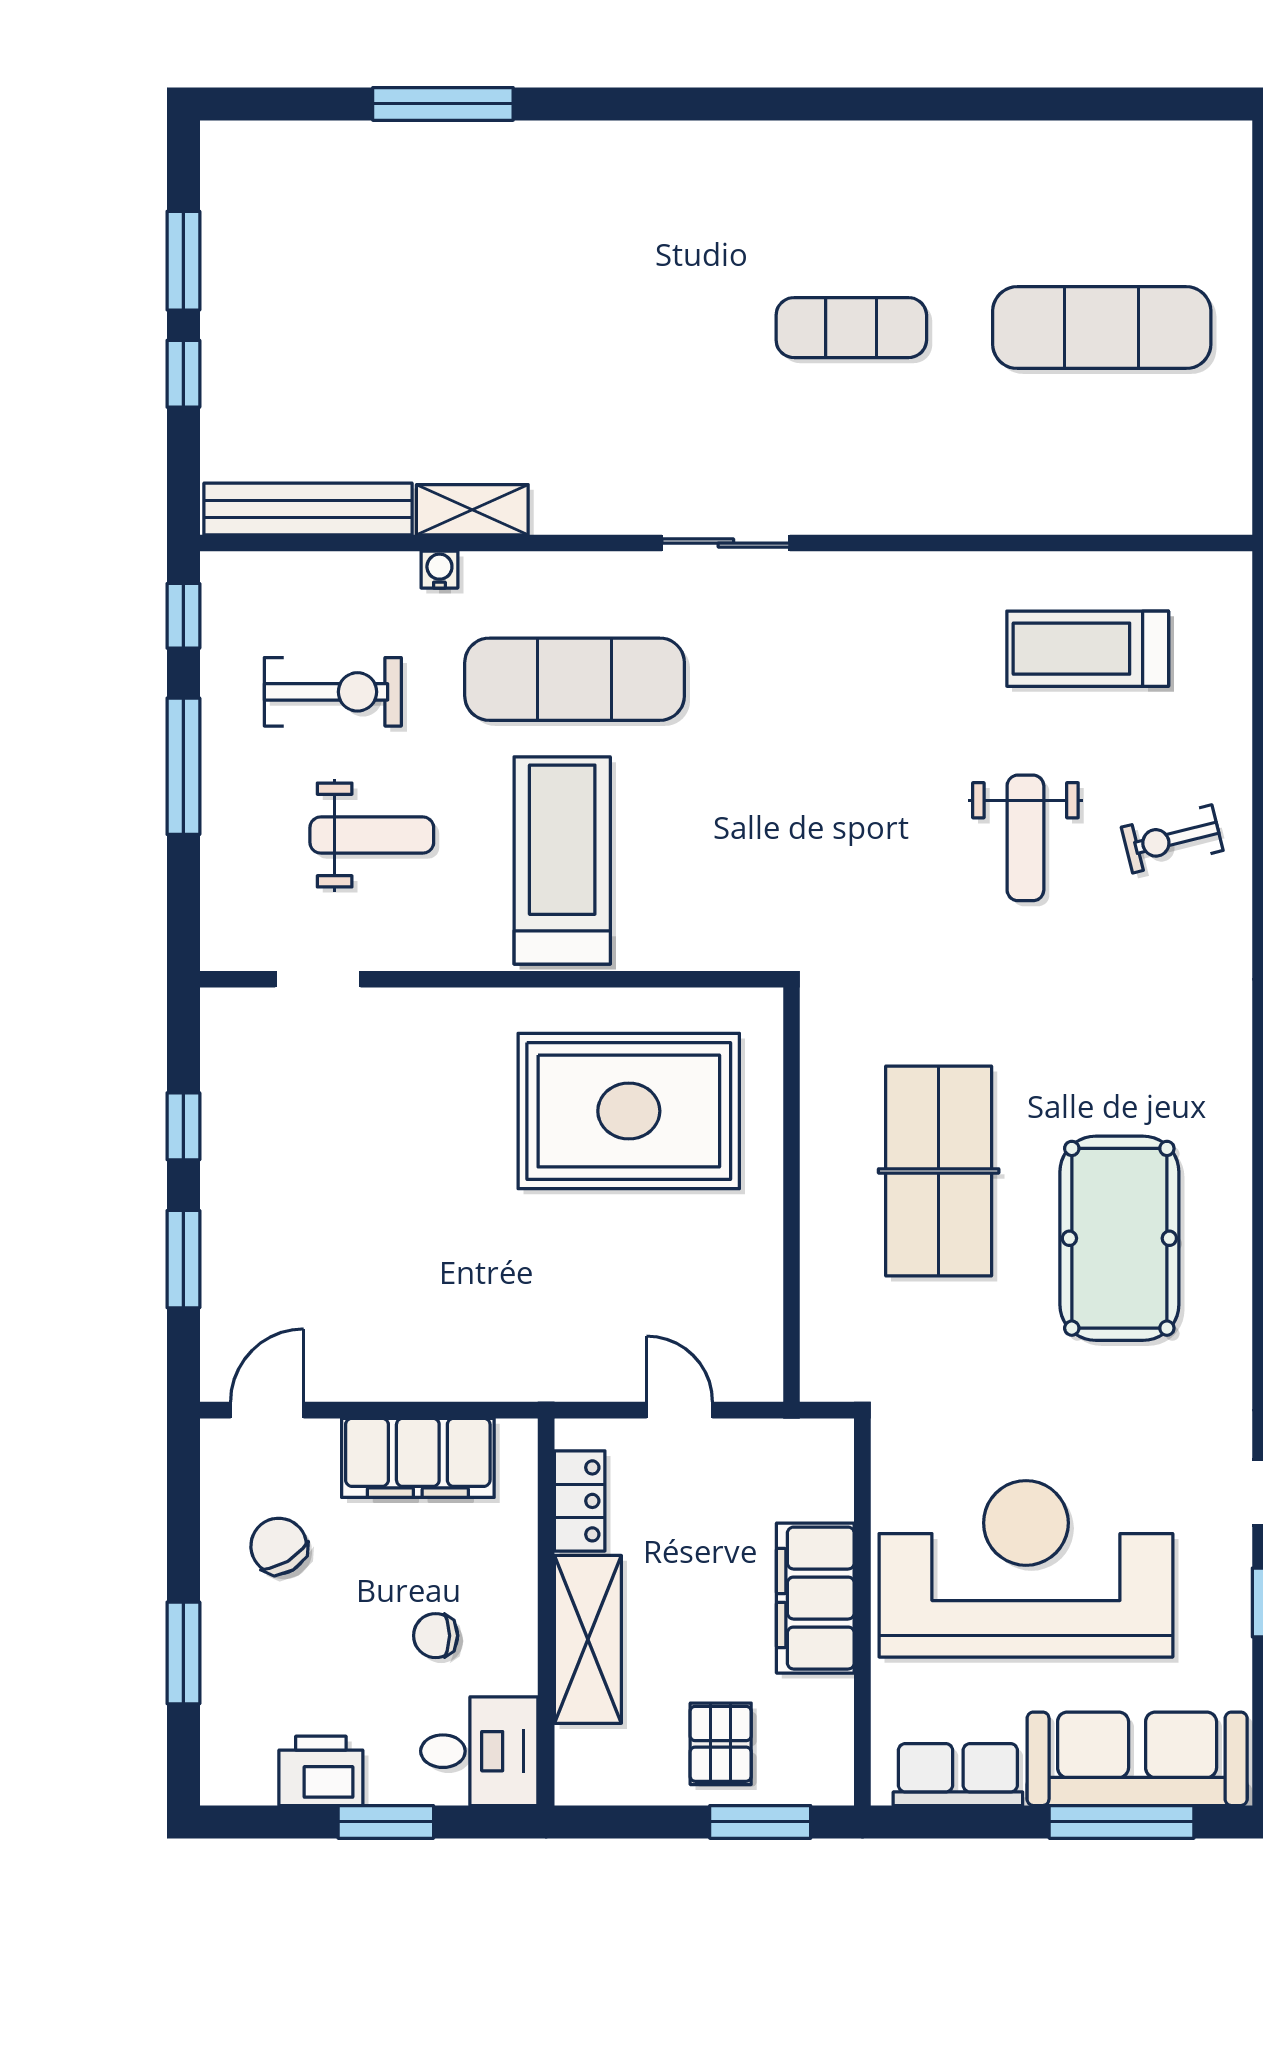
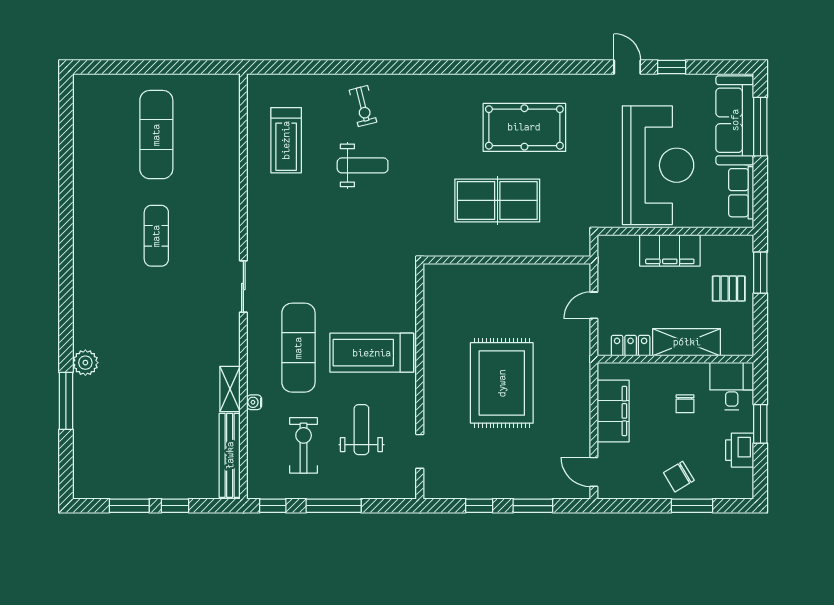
plant: (538, 152) -> (85, 363), added
rug: (629, 1111) -> (502, 383), moved
chair: (279, 1546) -> (679, 477), moved
reception desk: (1026, 1569) -> (658, 165), turned 180

